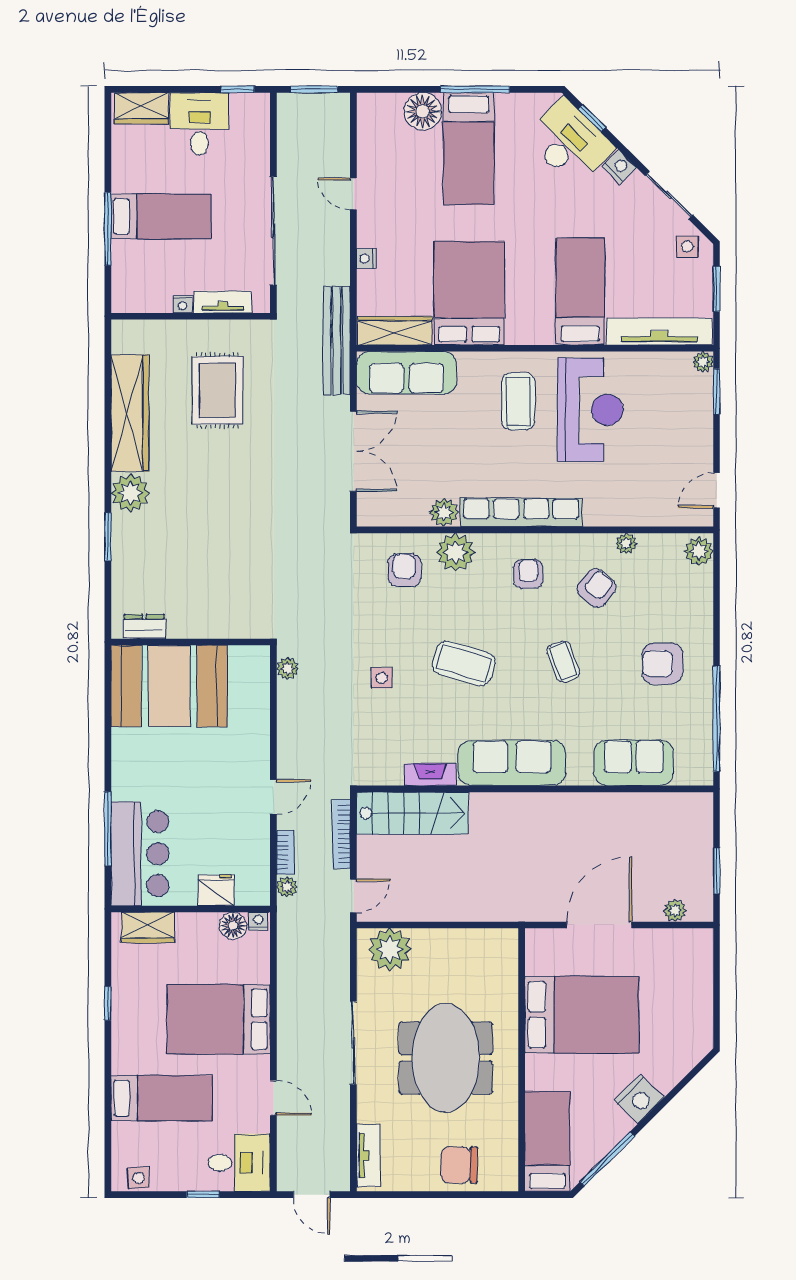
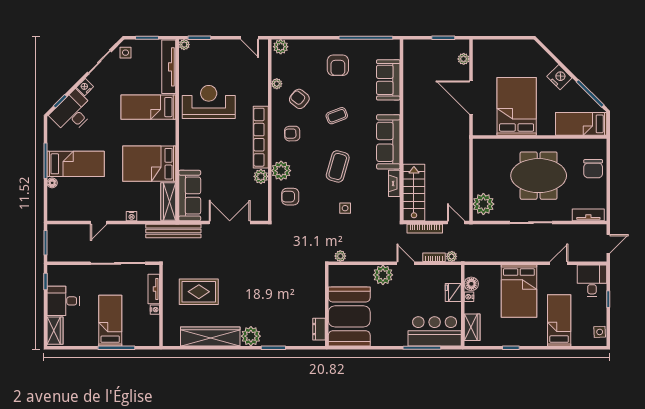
floor lamp: (423, 111) -> (52, 183), width x0.53, depth x0.53
coffee table: (519, 401) -> (204, 139), removed
plant: (251, 752) -> (383, 275), added
nightstand: (258, 921) -> (469, 297), moved

